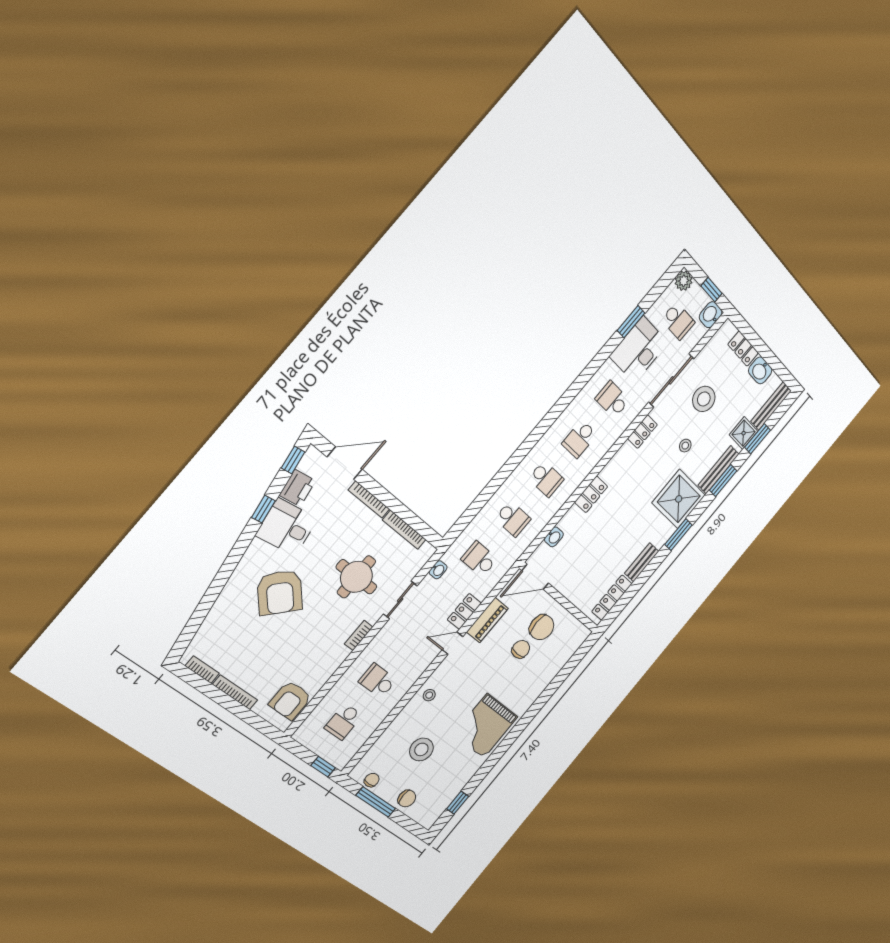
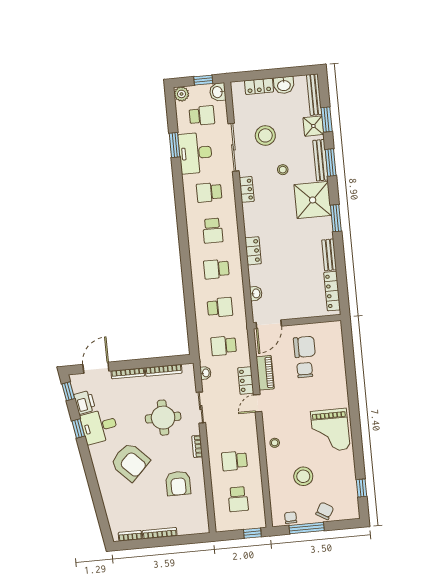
school desk: (546, 479) -> (216, 269), turned 180
armchair: (290, 700) -> (178, 483), moved
chair: (407, 798) -> (325, 511), turned -59

